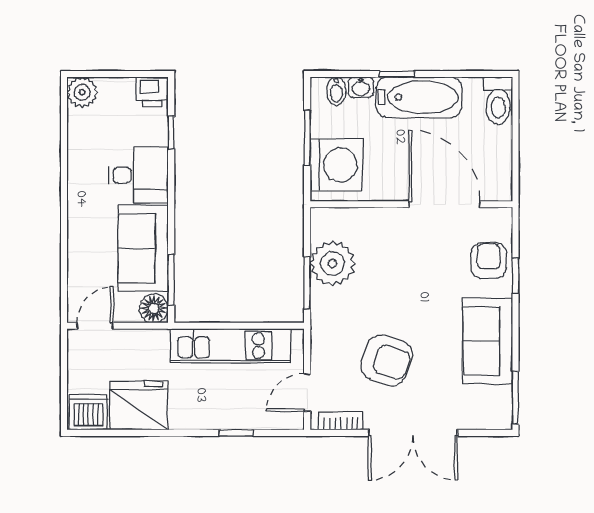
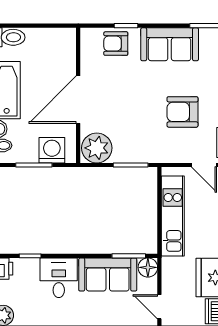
washing machine: (336, 165) -> (52, 150), width x0.73, depth x0.73
door: (445, 204) -> (78, 100), moved
plant: (333, 263) -> (97, 148), moved
armchair: (386, 360) -> (183, 112), turned -109

